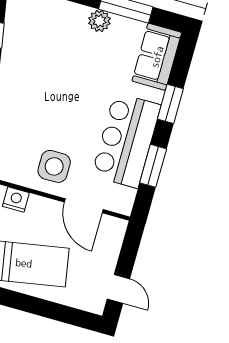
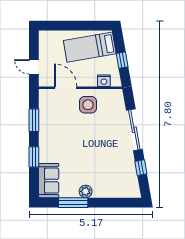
bar counter: (126, 140) -> (52, 130), removed
door: (118, 289) -> (34, 67), moved

